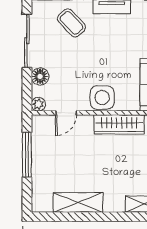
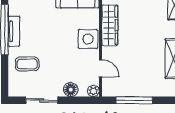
coffee table: (71, 23) -> (27, 64), turned 43
sliding door: (27, 41) -> (42, 100), width x0.73

